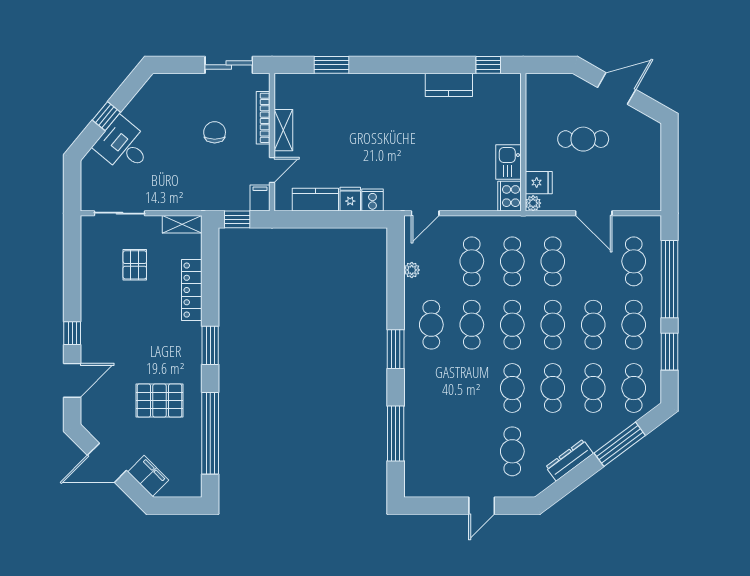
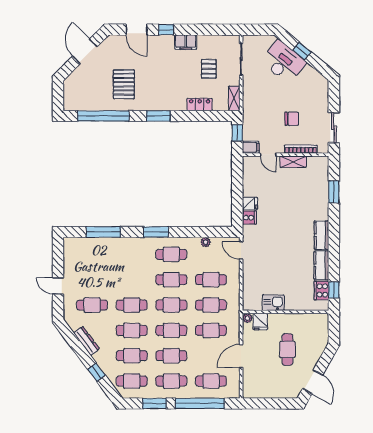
door: (617, 88) -> (313, 382), moved
desk: (124, 146) -> (283, 62), width x1.37
cooker: (510, 196) -> (321, 290), moved, turned -90
kitchen counter: (315, 200) -> (322, 235), moved, turned 180
pallet: (135, 265) -> (209, 69), turned 90
locker: (192, 290) -> (200, 104), width x0.66
window: (620, 444) -> (96, 372), width x0.46
filing cabinet: (148, 476) -> (186, 42), moved, turned 45

